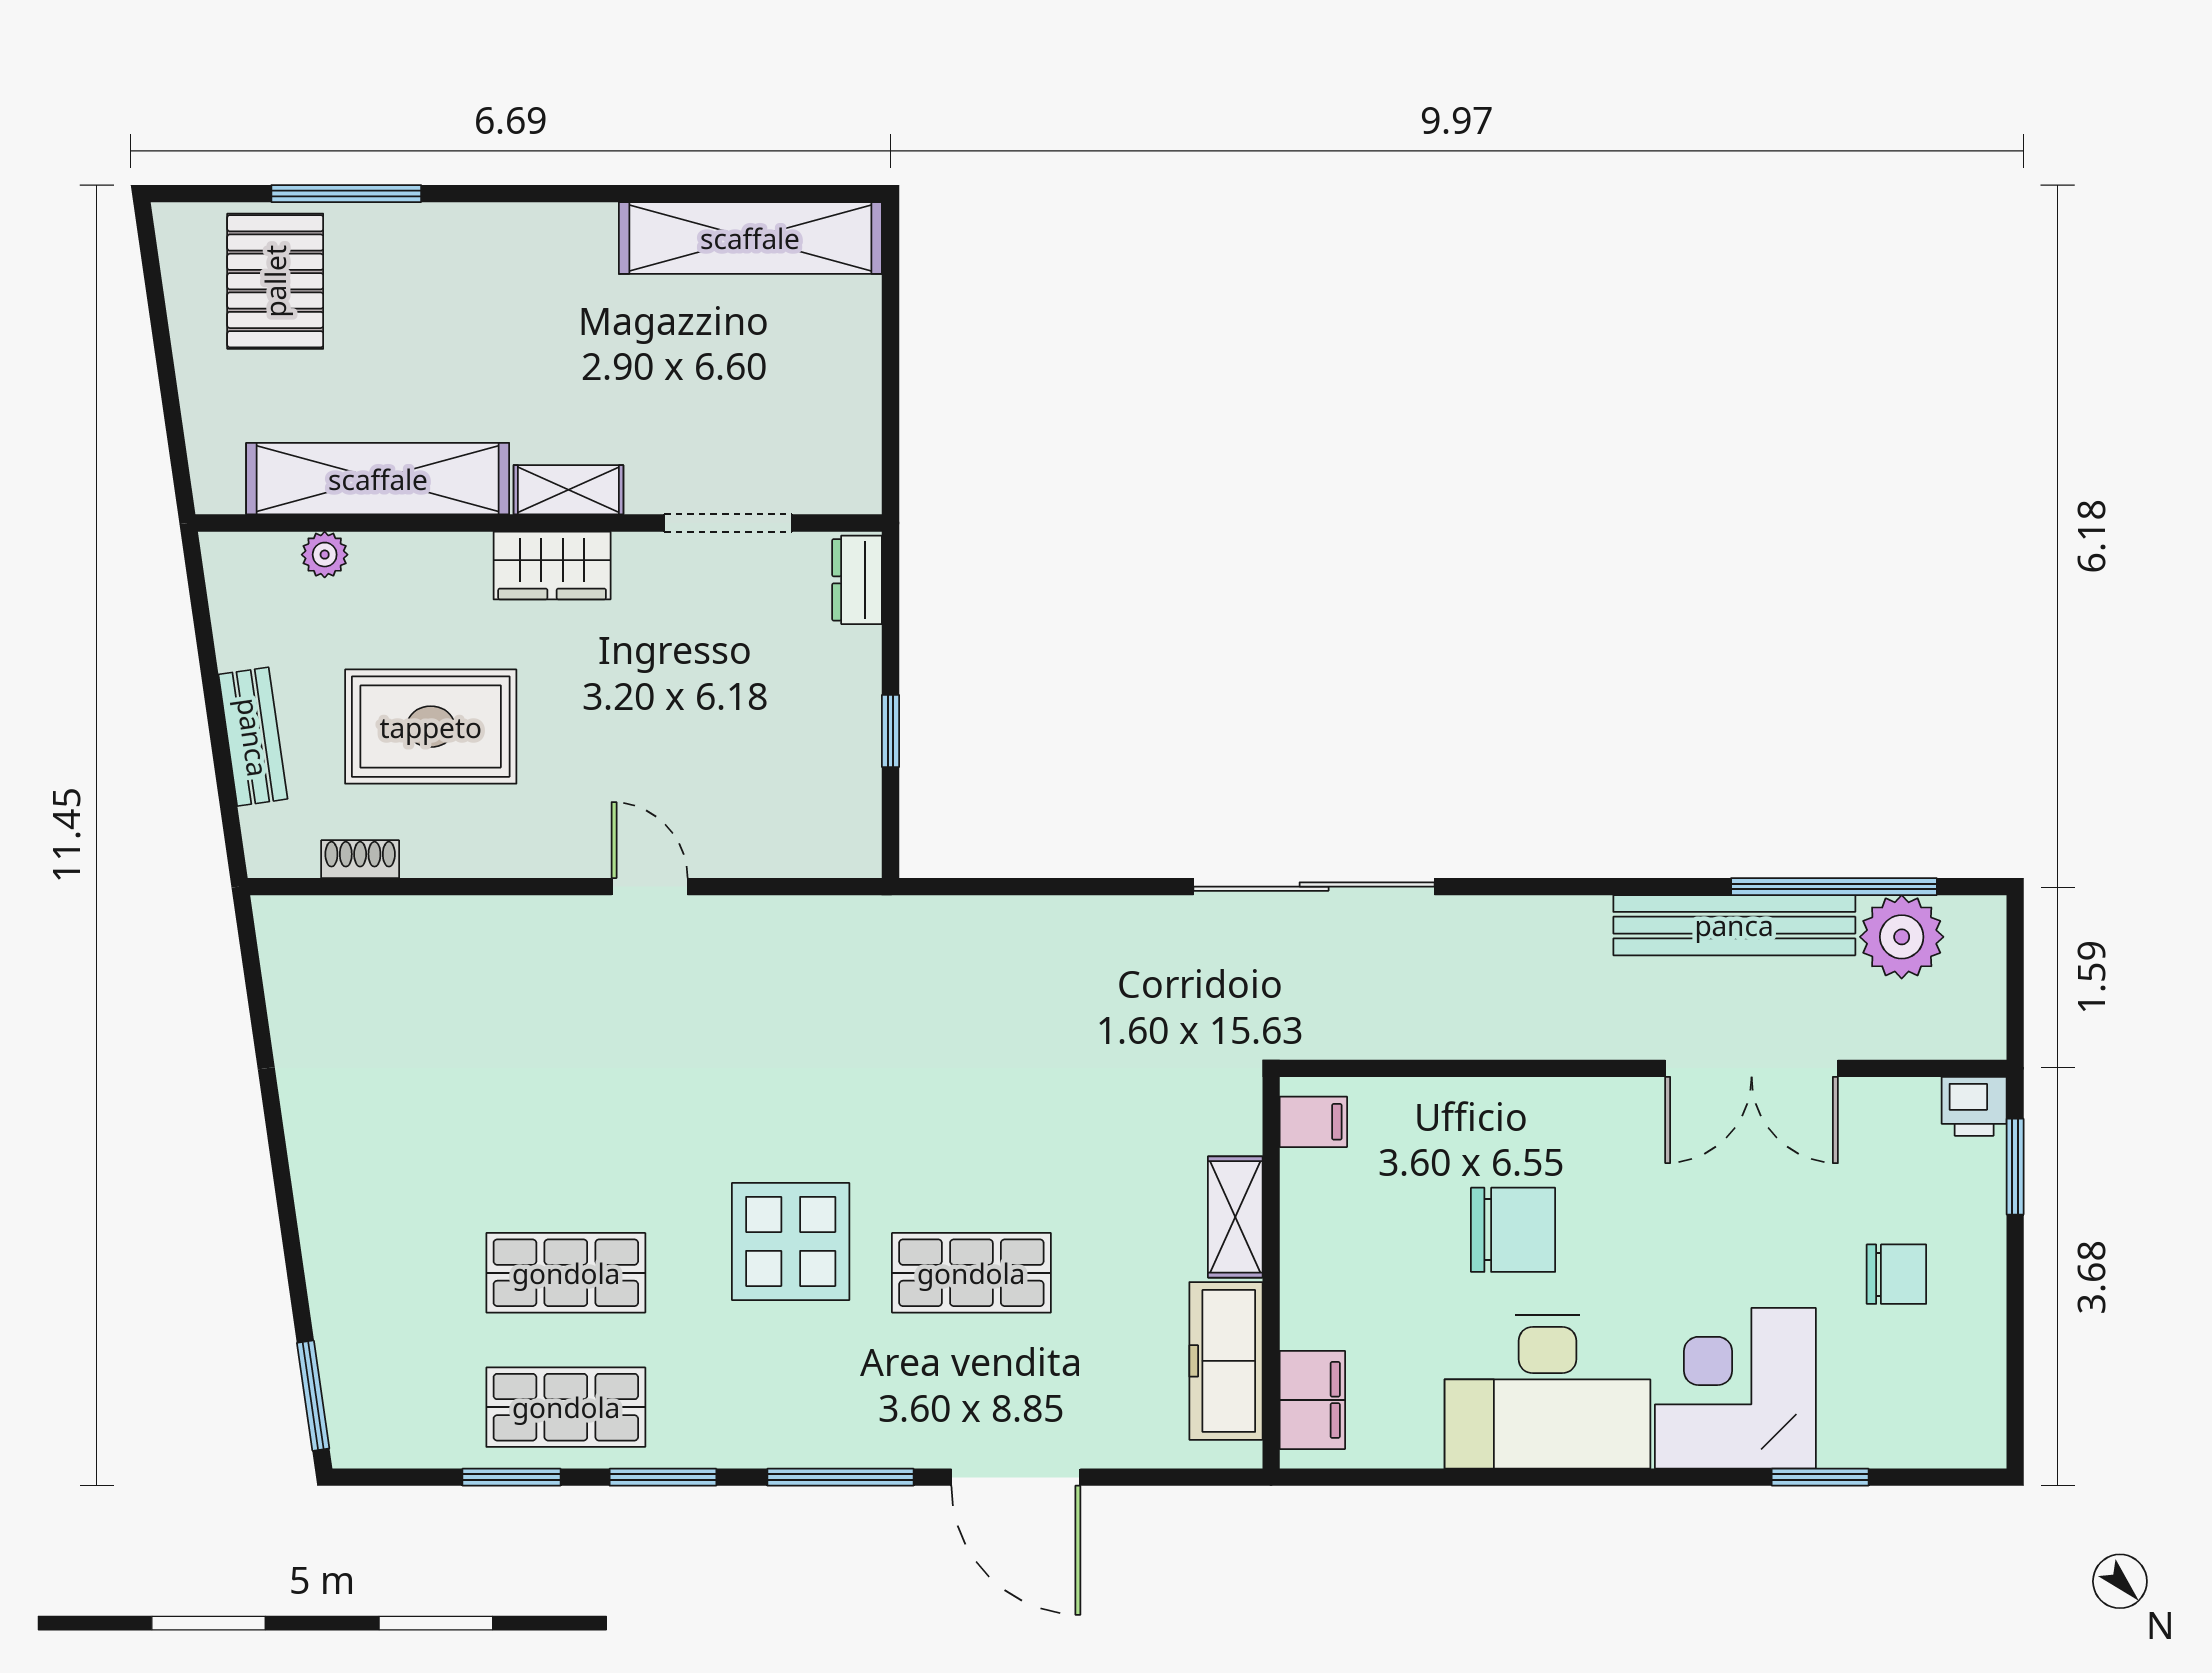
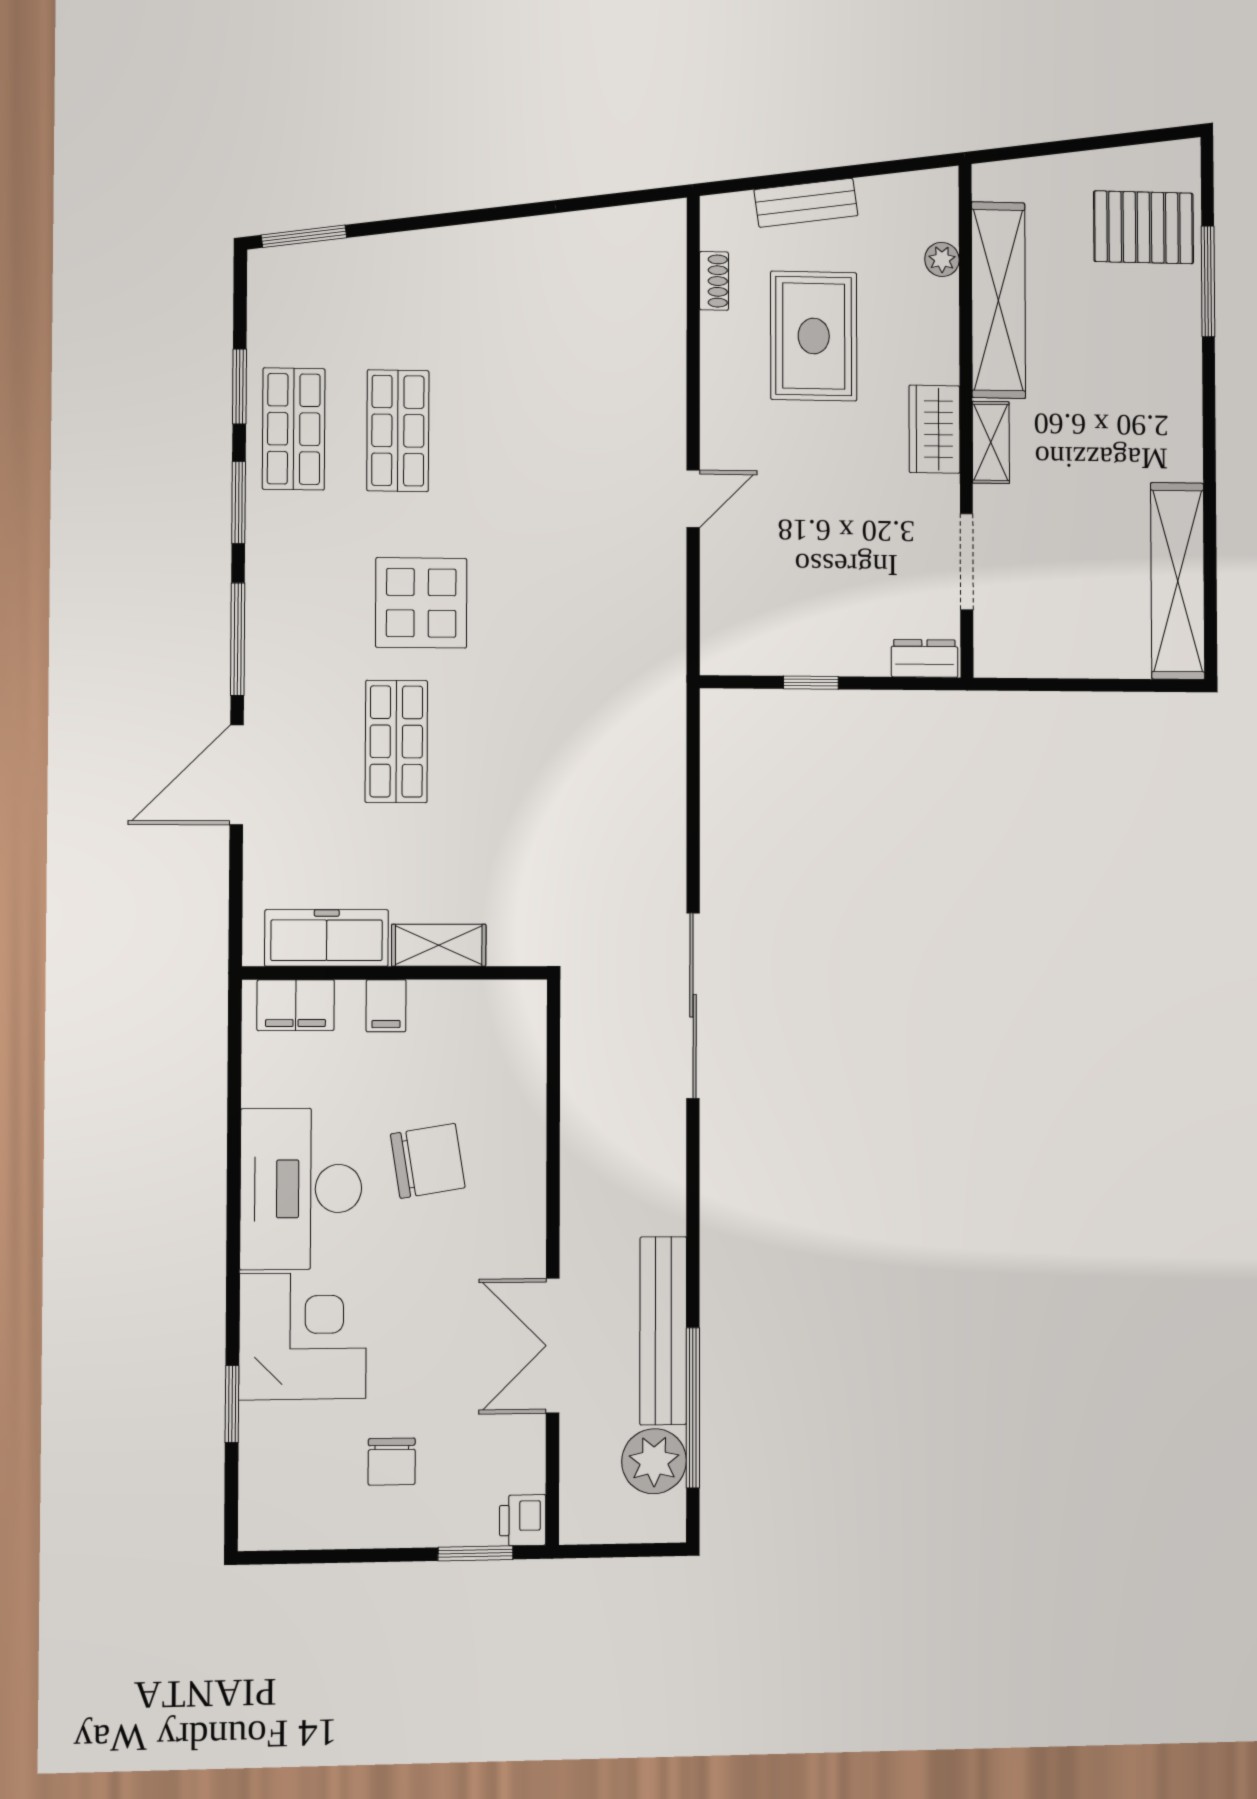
filing cabinet: (1313, 1122) -> (386, 1006), moved
chair: (1513, 1230) -> (428, 1161), turned -99

